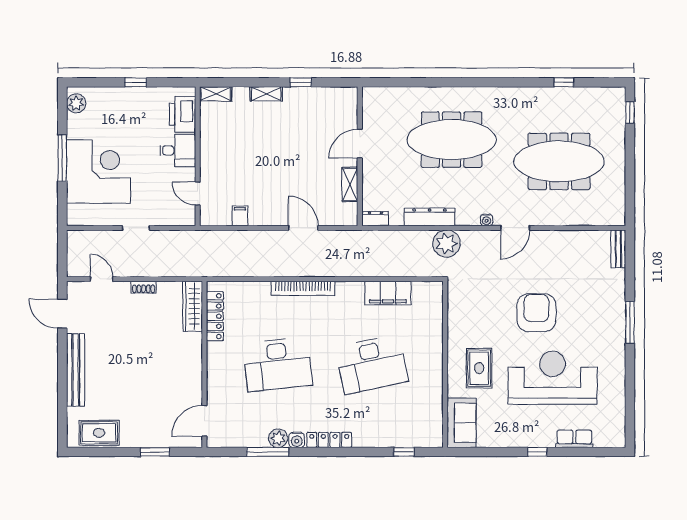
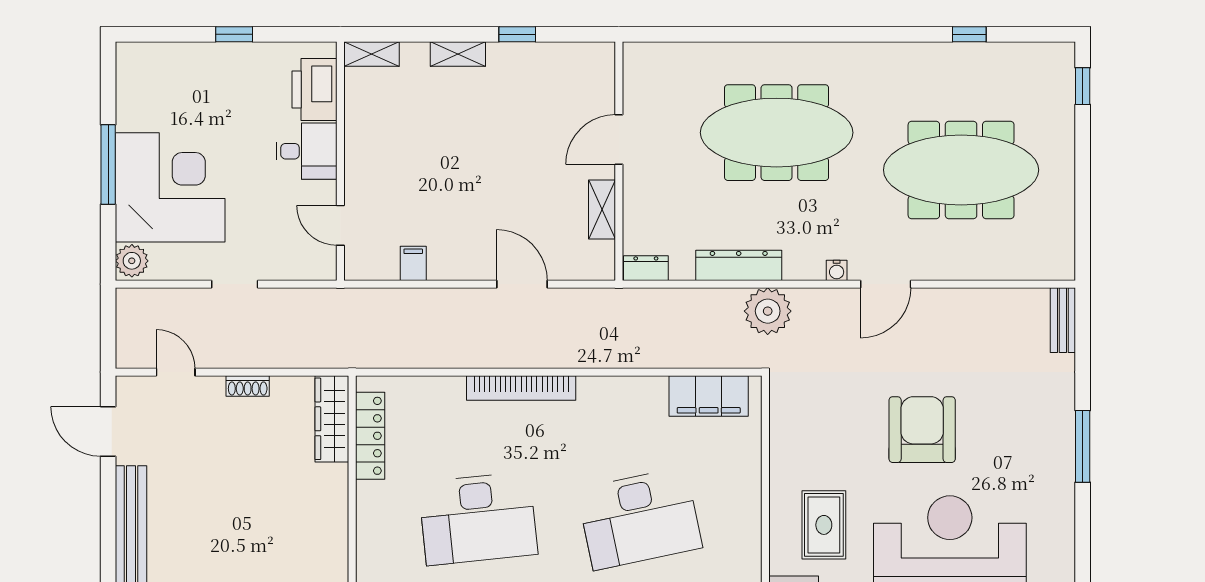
plant: (76, 103) -> (132, 261), moved
filing cabinet: (388, 293) -> (709, 396), moved

